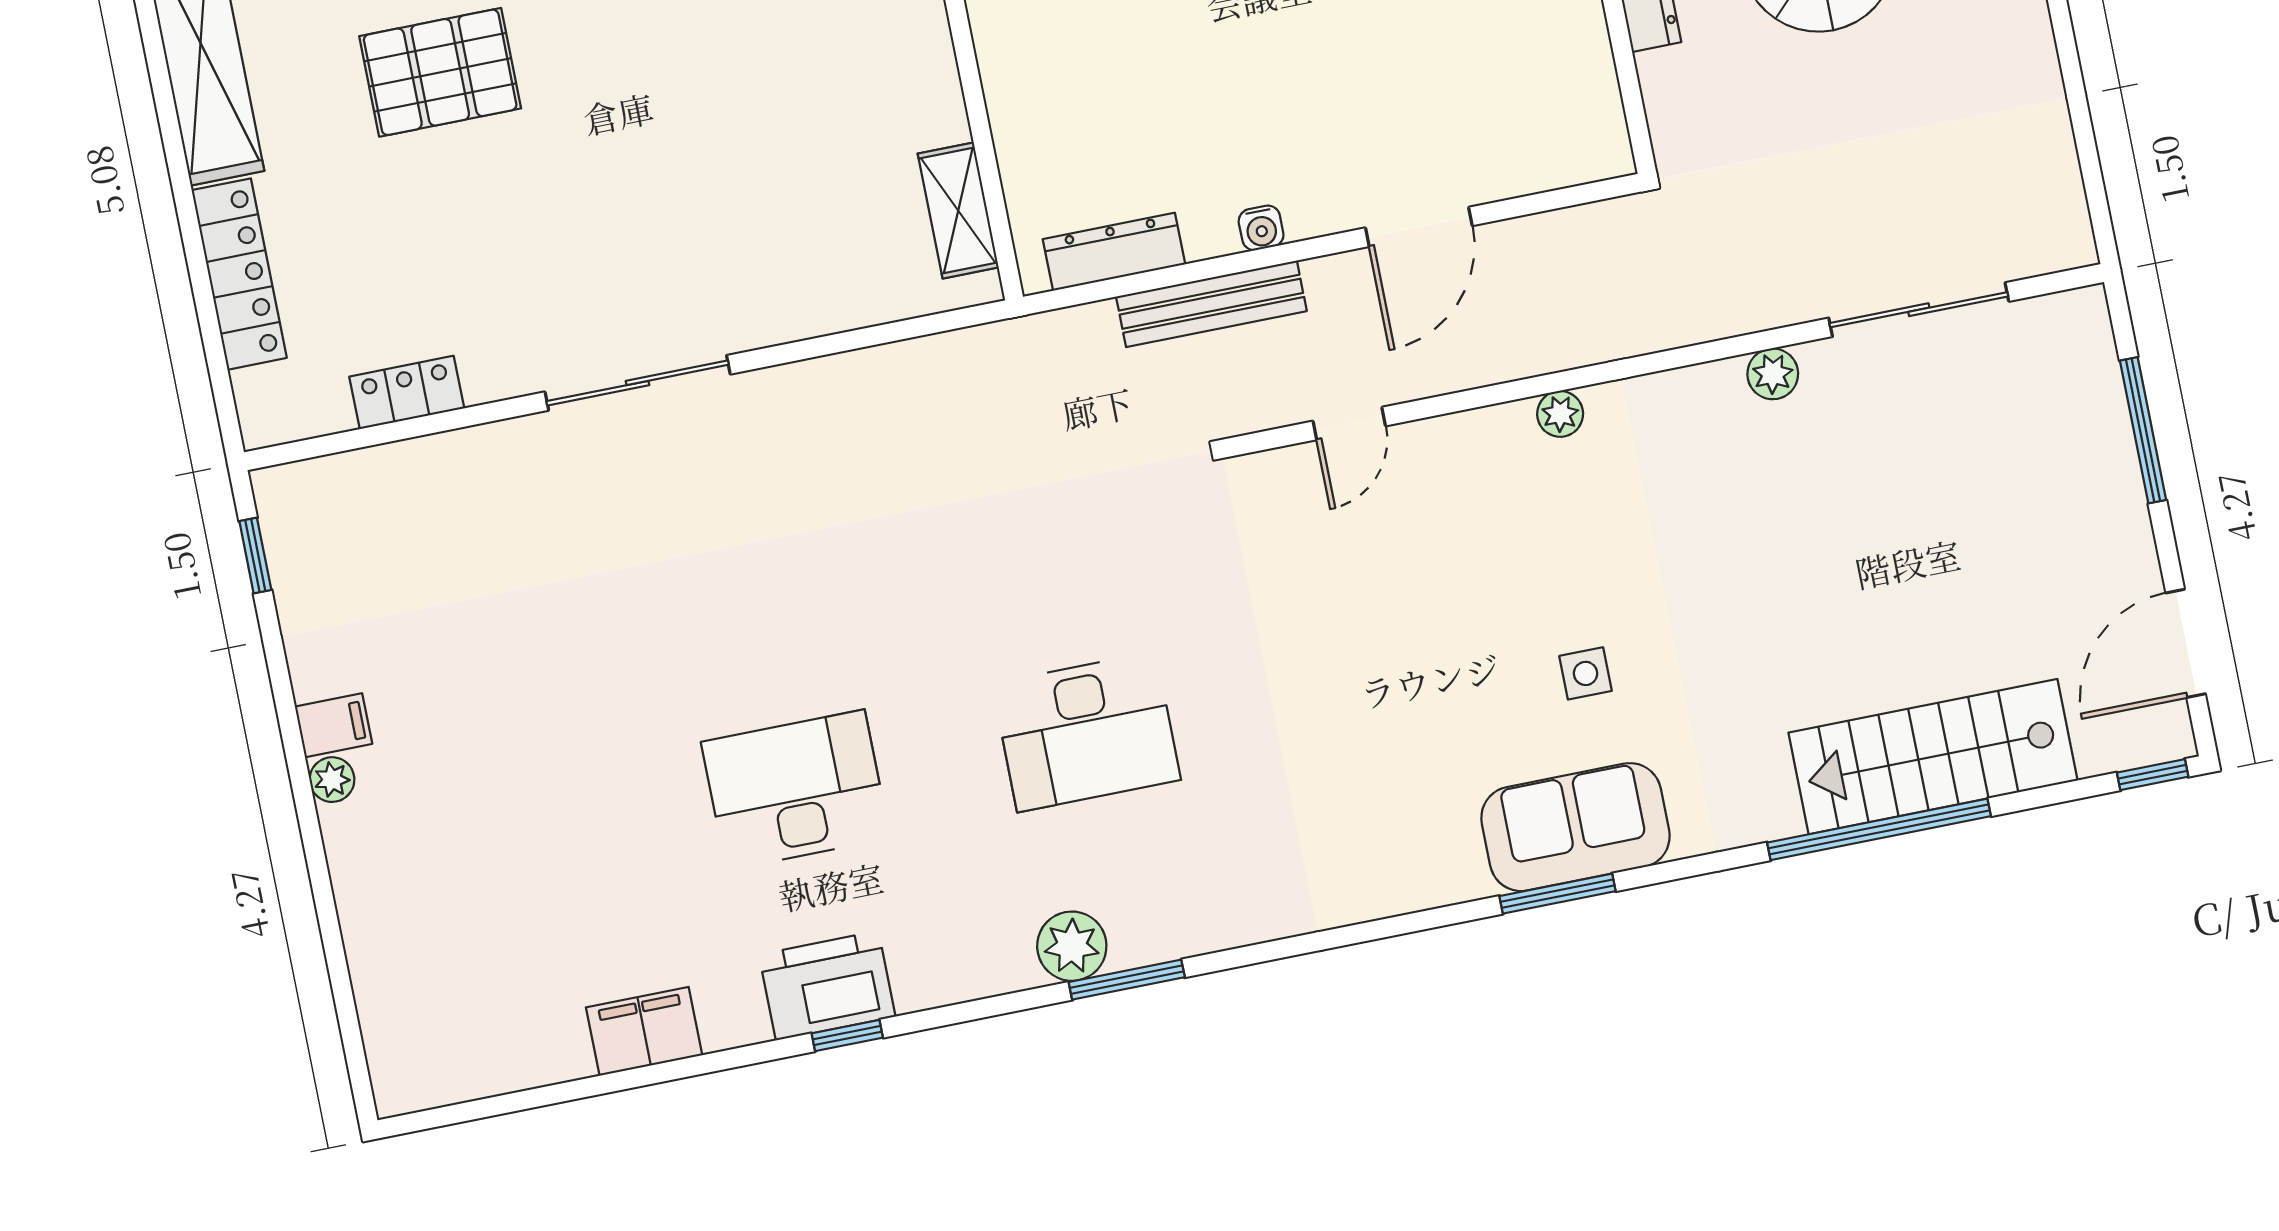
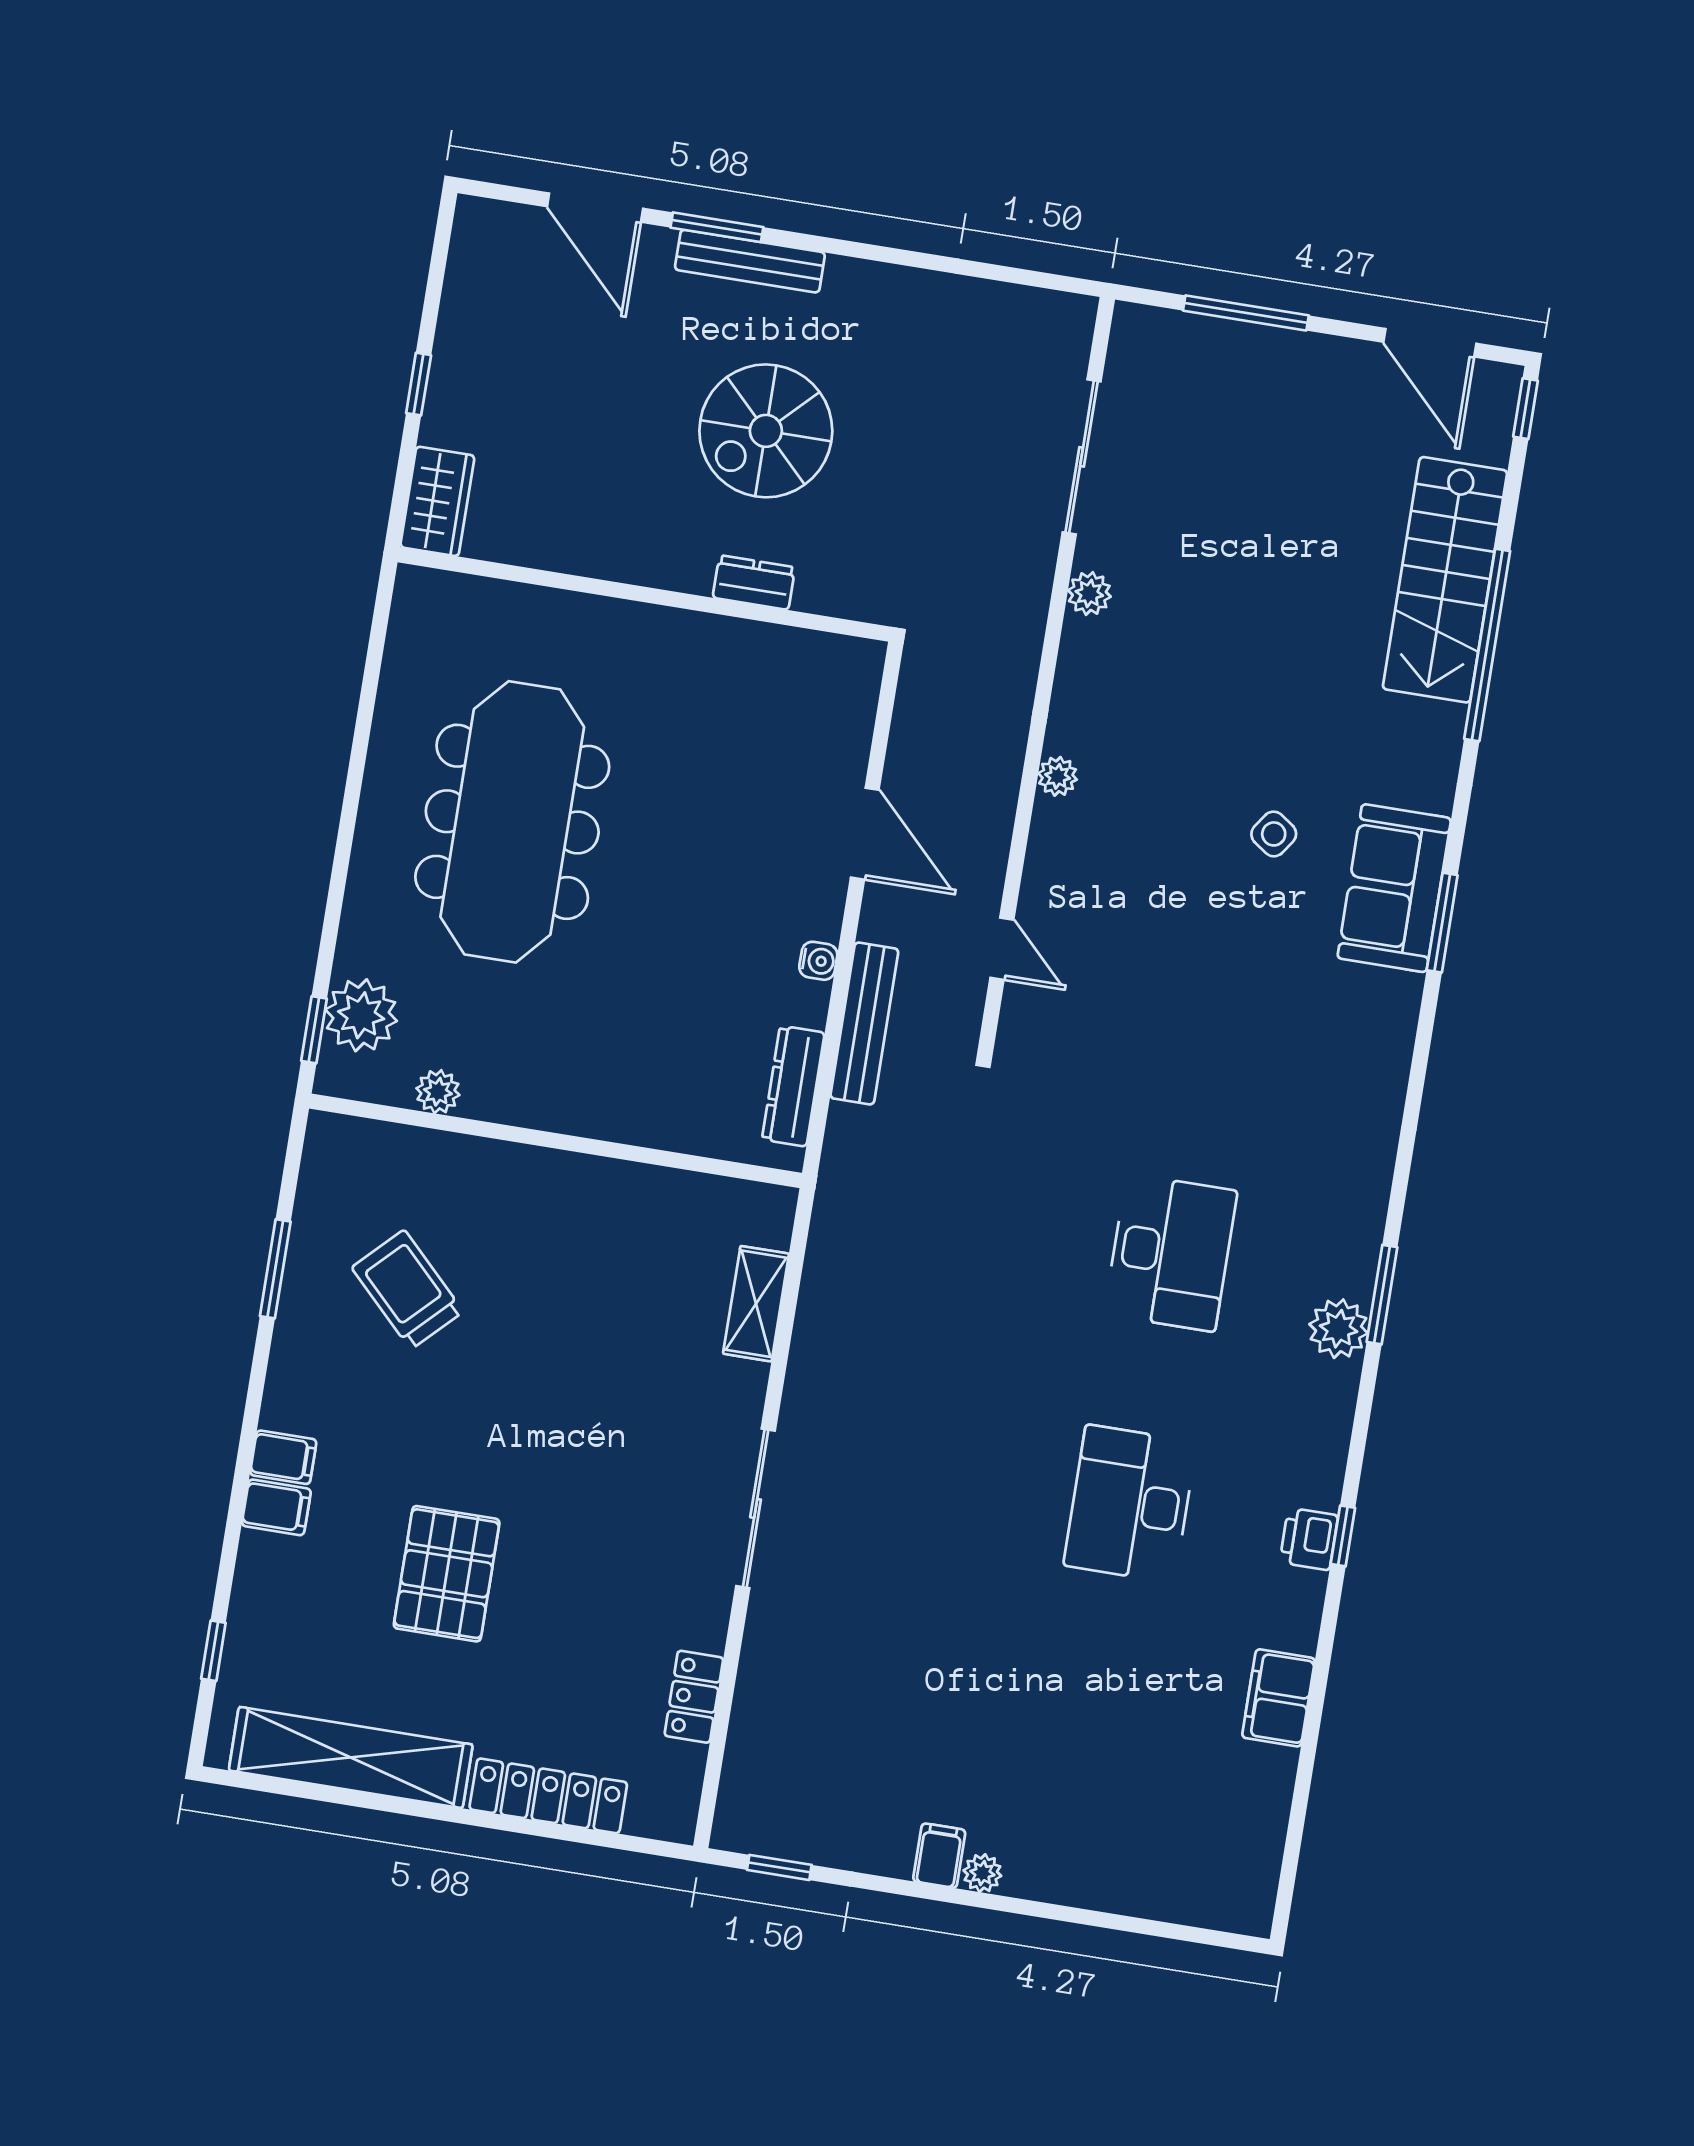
shelving: (958, 210) -> (756, 1304), moved, turned 90
side table: (1585, 673) -> (1274, 834), turned 35
printer: (827, 986) -> (1309, 1539), width x0.53, depth x0.68

